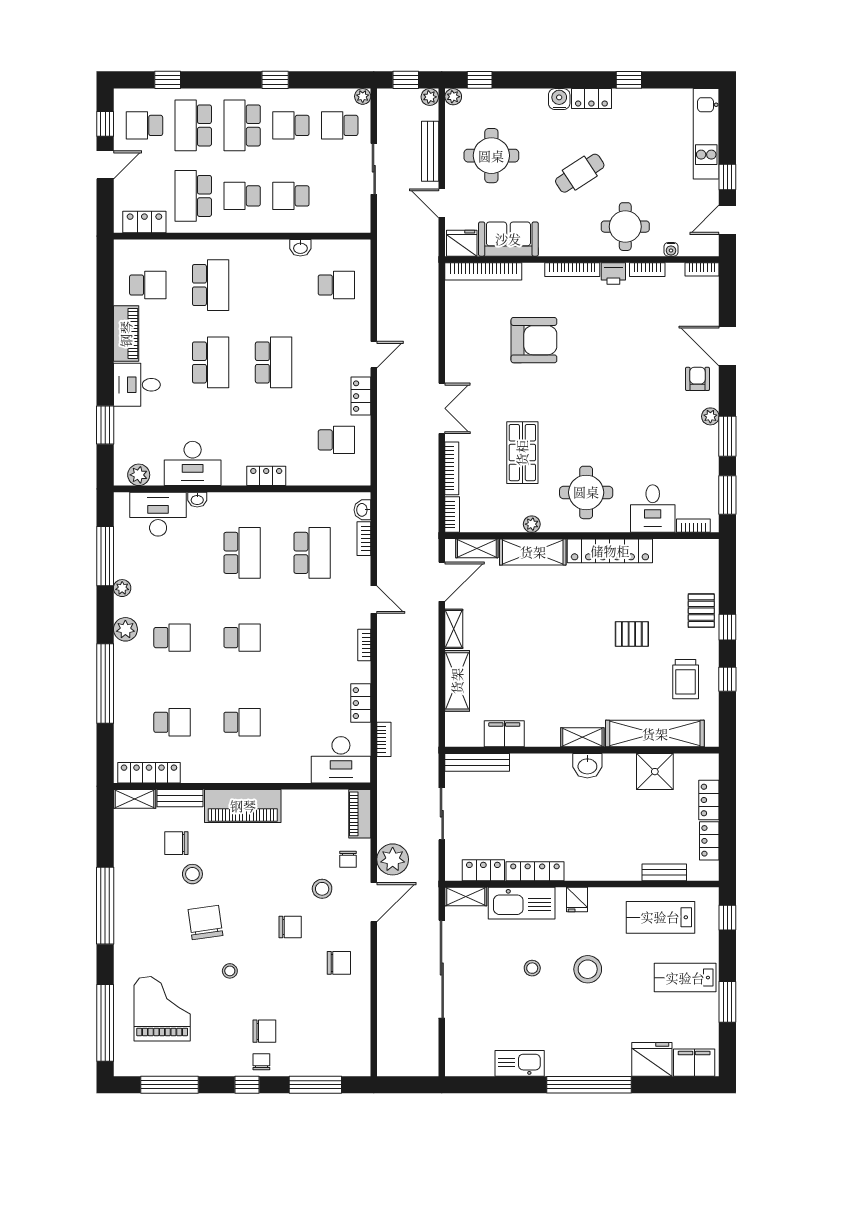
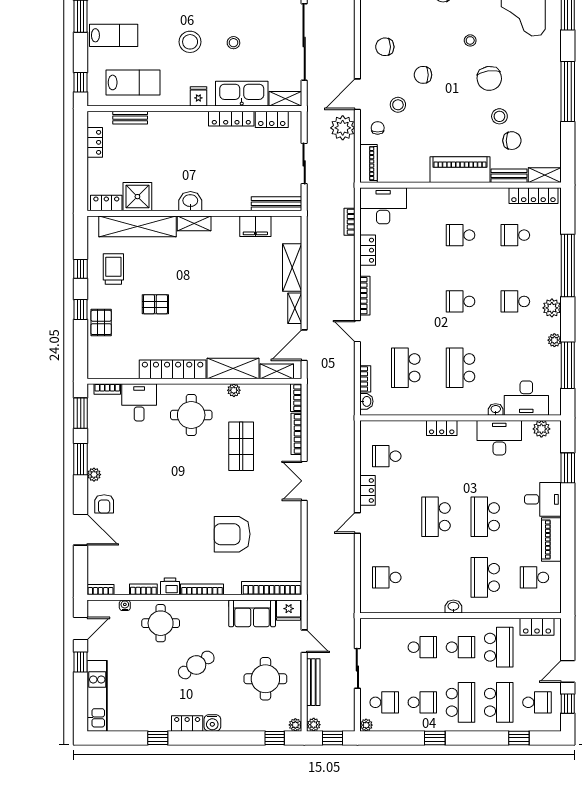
washbasin: (300, 248) -> (453, 607), moved
bookcase: (364, 645) -> (365, 296), width x1.56
locker: (709, 800) -> (106, 203), moved, turned -90

